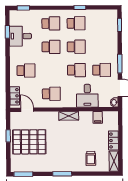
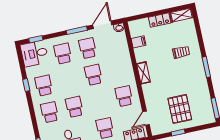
school desk: (76, 47) -> (63, 54), moved
desk: (87, 96) -> (34, 54), moved, turned 180
pallet: (29, 142) -> (180, 109), width x0.73, depth x0.71
trolley: (91, 158) -> (181, 52), moved

